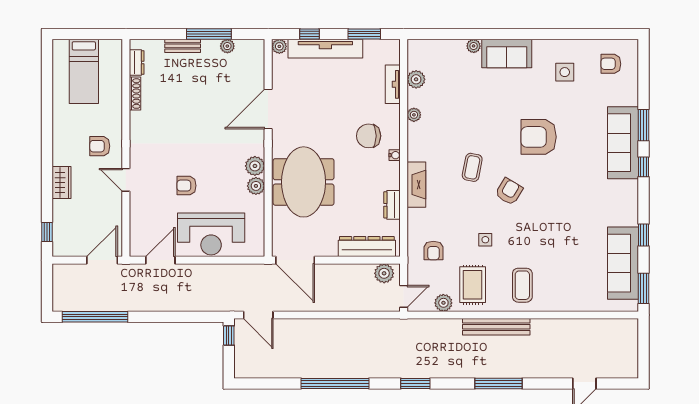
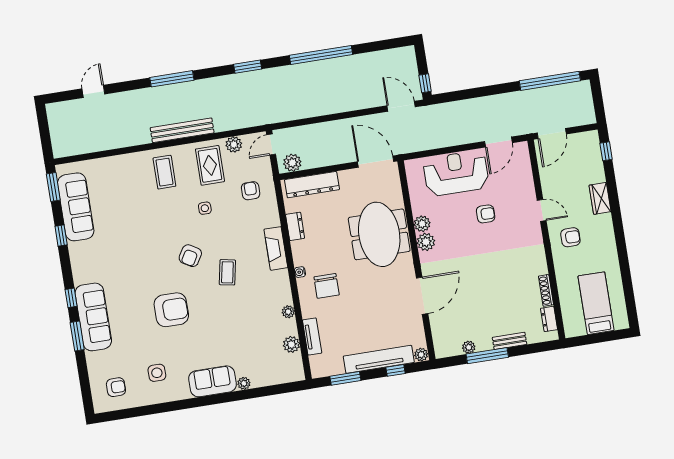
chair: (369, 136) -> (327, 286), turned 90

